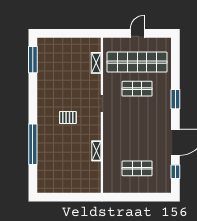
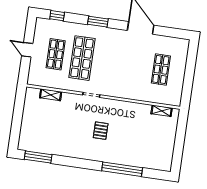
shop shelf: (137, 62) -> (56, 54), width x0.50, depth x0.74
shop shelf: (137, 89) -> (82, 58), width x1.43, depth x1.36
shelving: (96, 151) -> (162, 111), moved
window: (175, 172) -> (57, 16), moved

